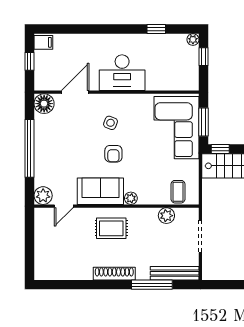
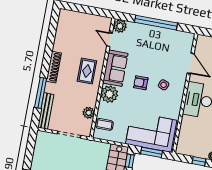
floor lamp: (44, 104) -> (186, 39), removed
plant: (131, 198) -> (109, 94), width x1.88, depth x1.88

